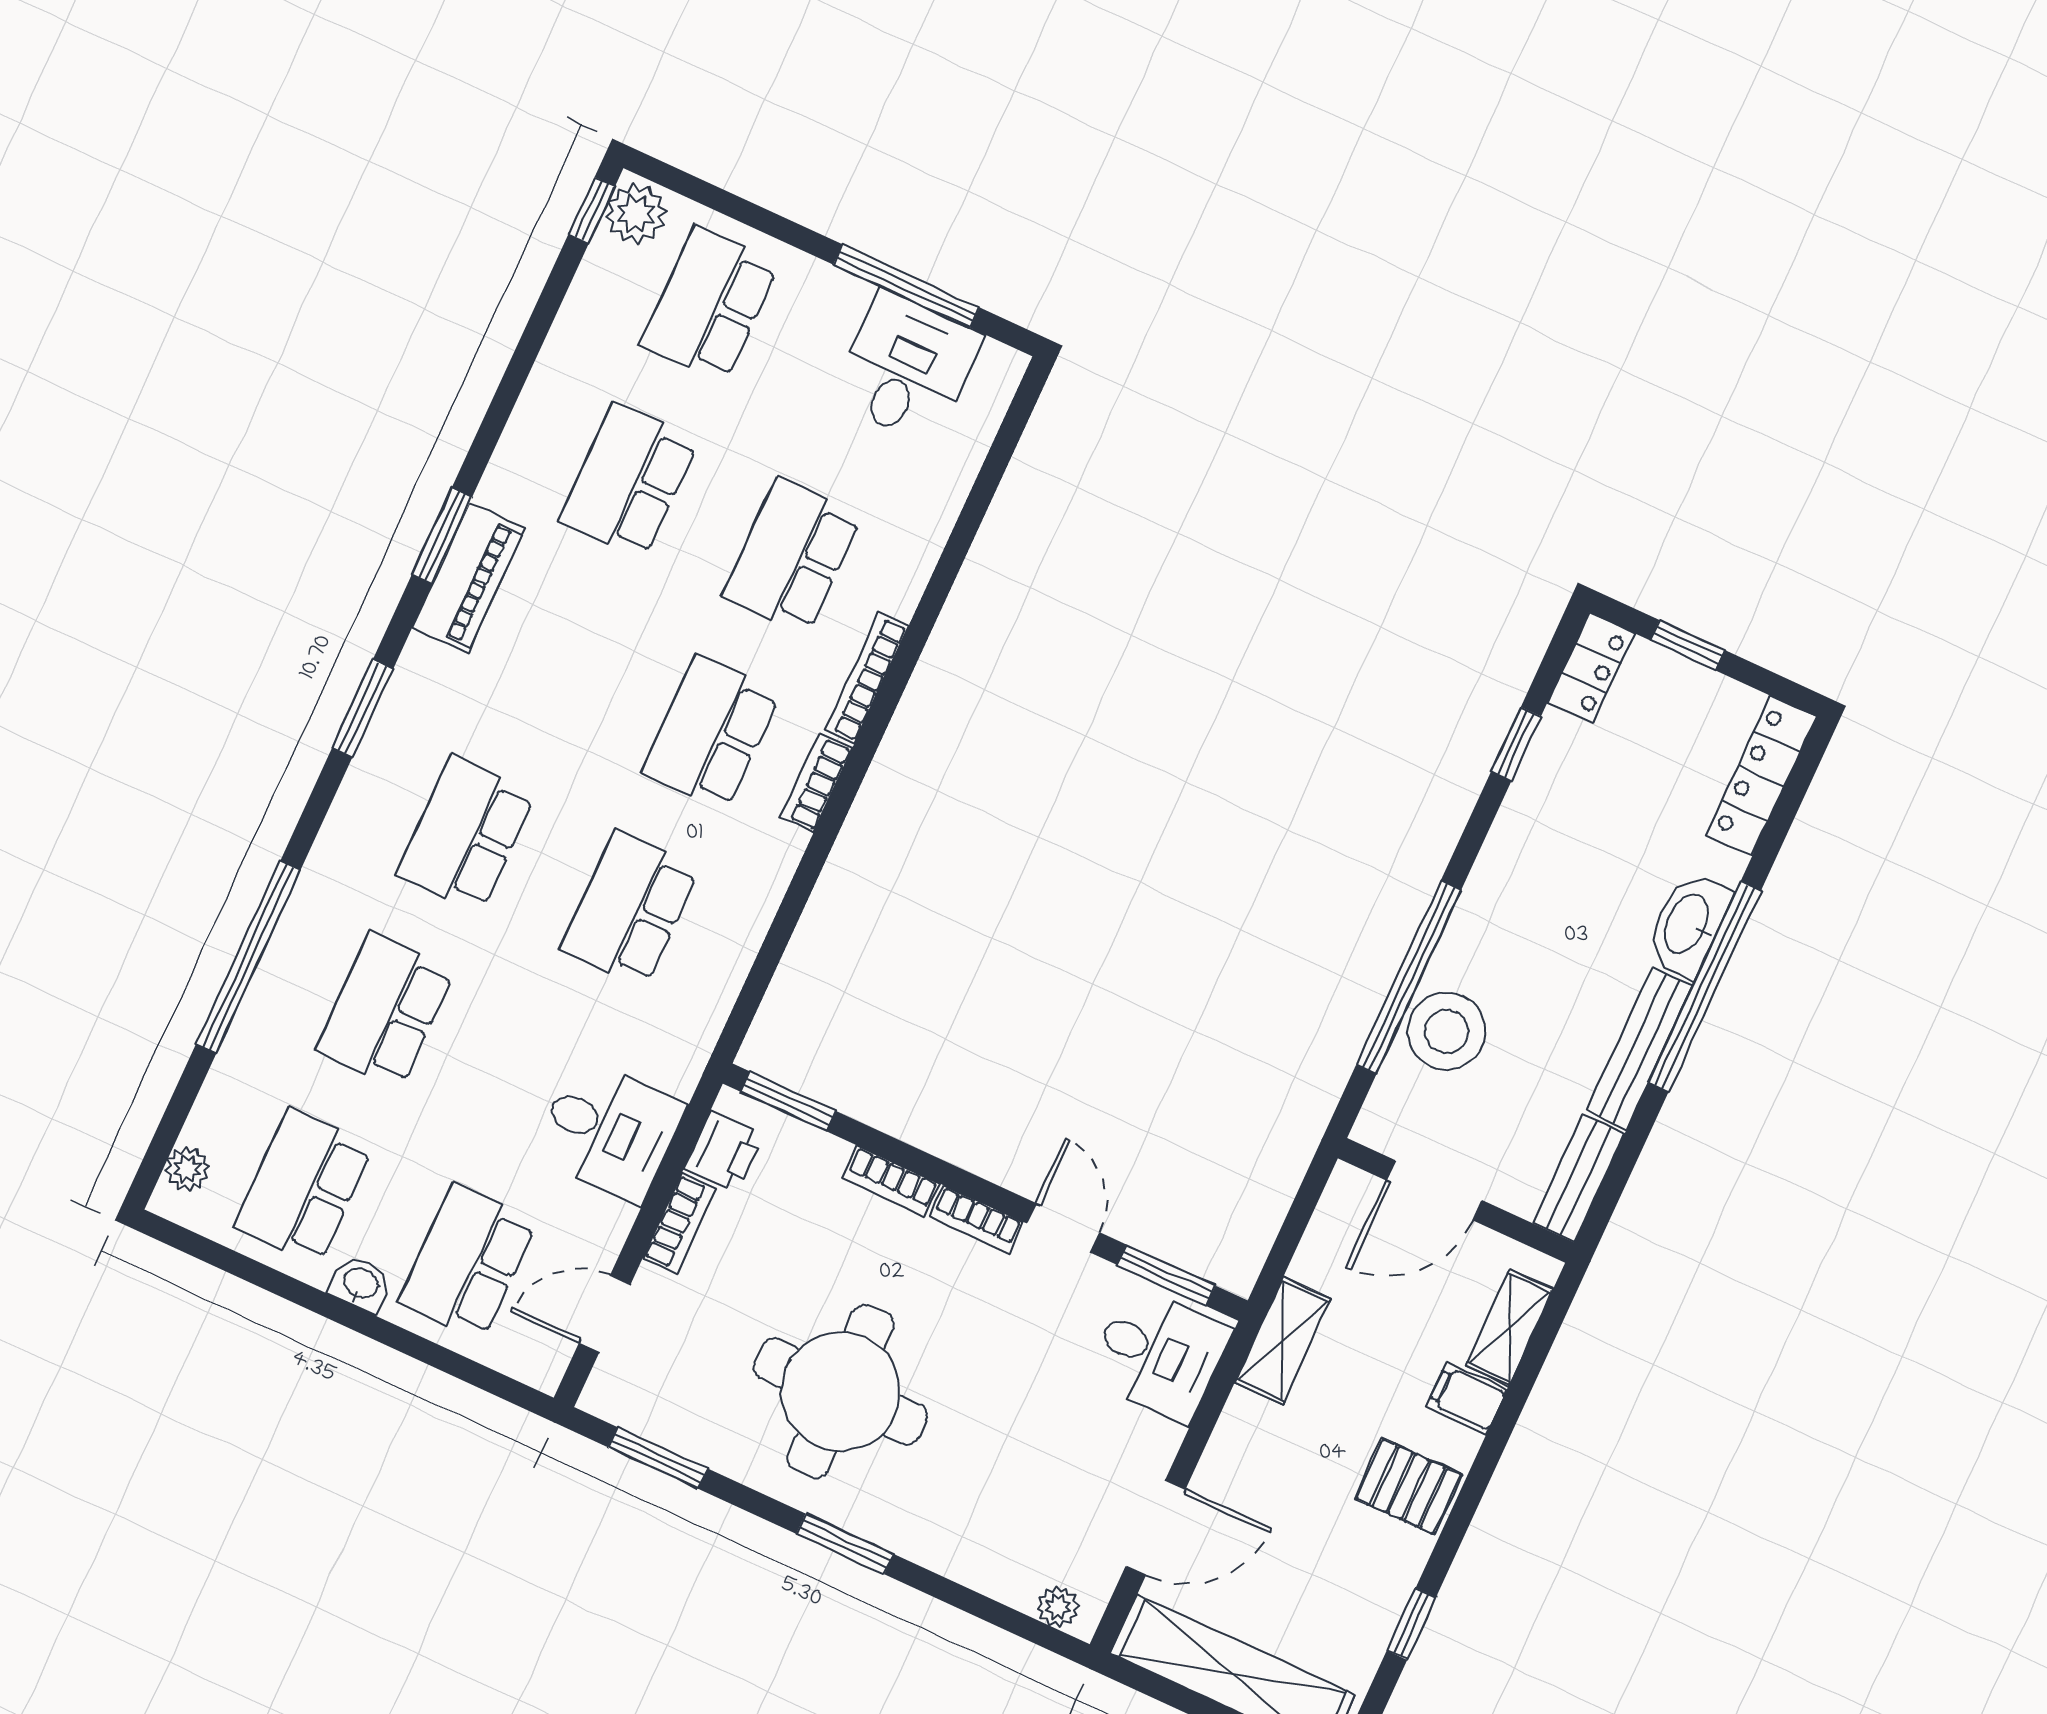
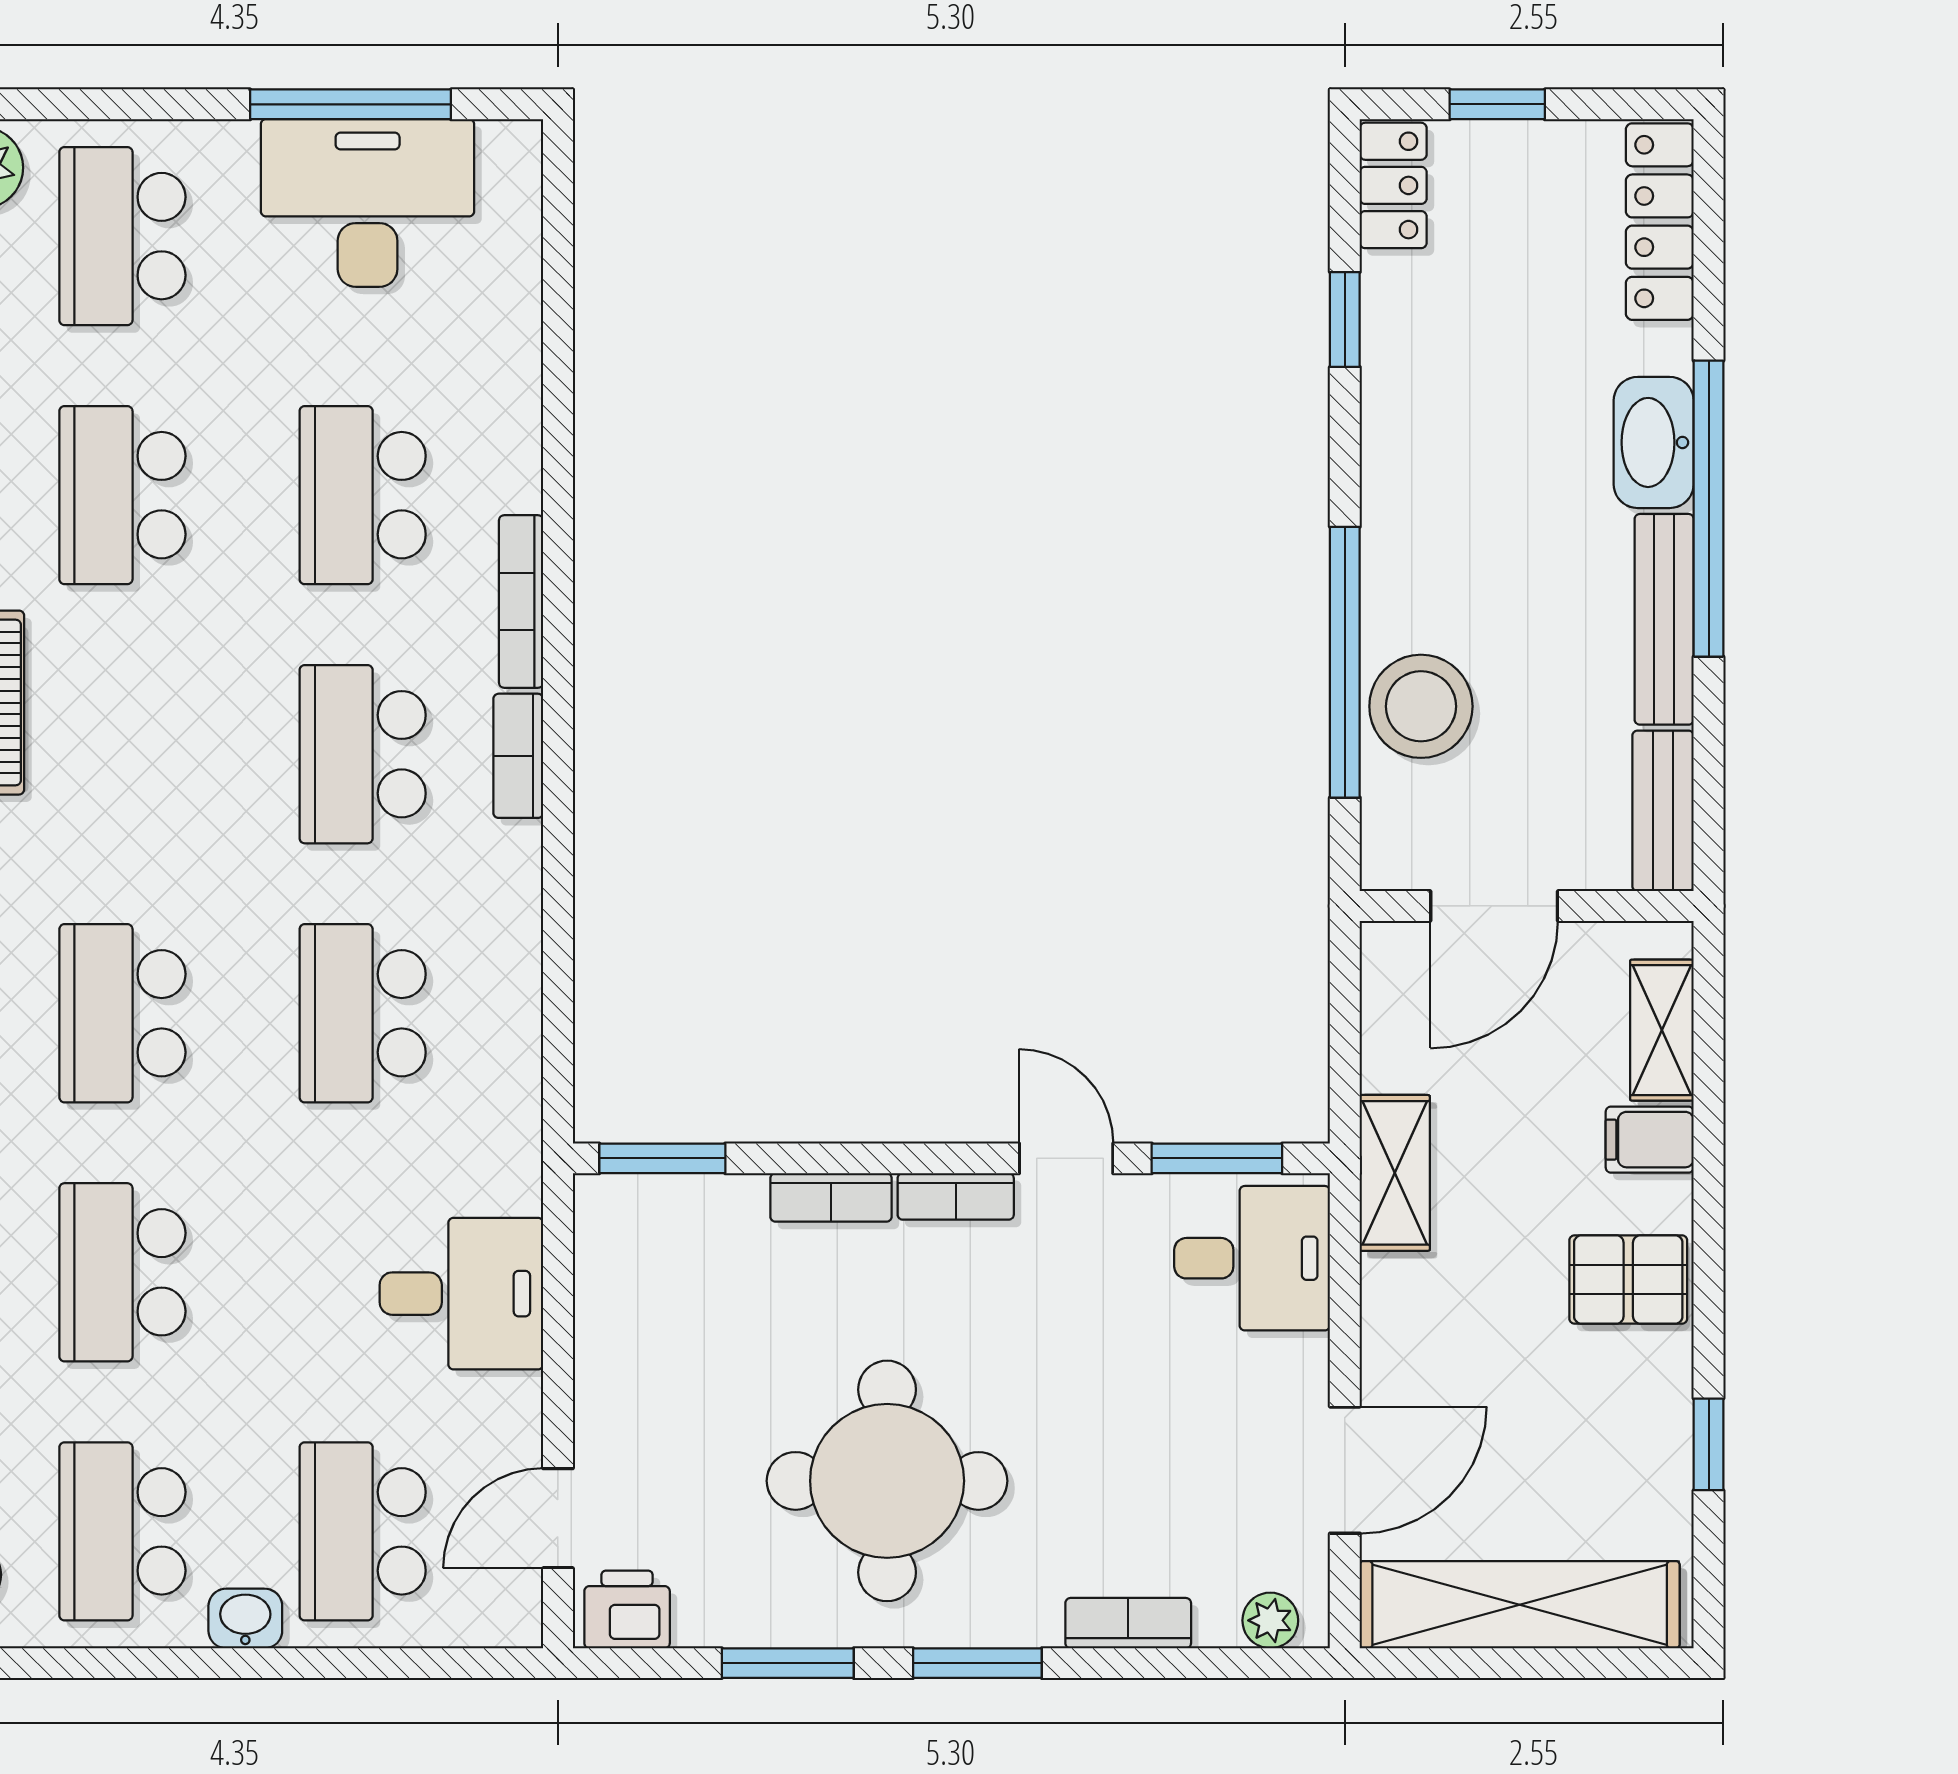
desk: (907, 368) -> (368, 203), width x1.37
printer: (724, 1151) -> (627, 1609), moved, turned -90
bookcase: (679, 1223) -> (1128, 1623), moved, turned -90
window: (658, 1458) -> (788, 1663), moved

